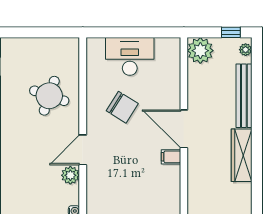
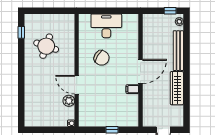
plant: (200, 51) -> (151, 22), removed
round table: (49, 96) -> (46, 46), moved
door: (184, 129) -> (140, 71), swing flipped
door: (83, 150) -> (77, 85), hinge flipped

